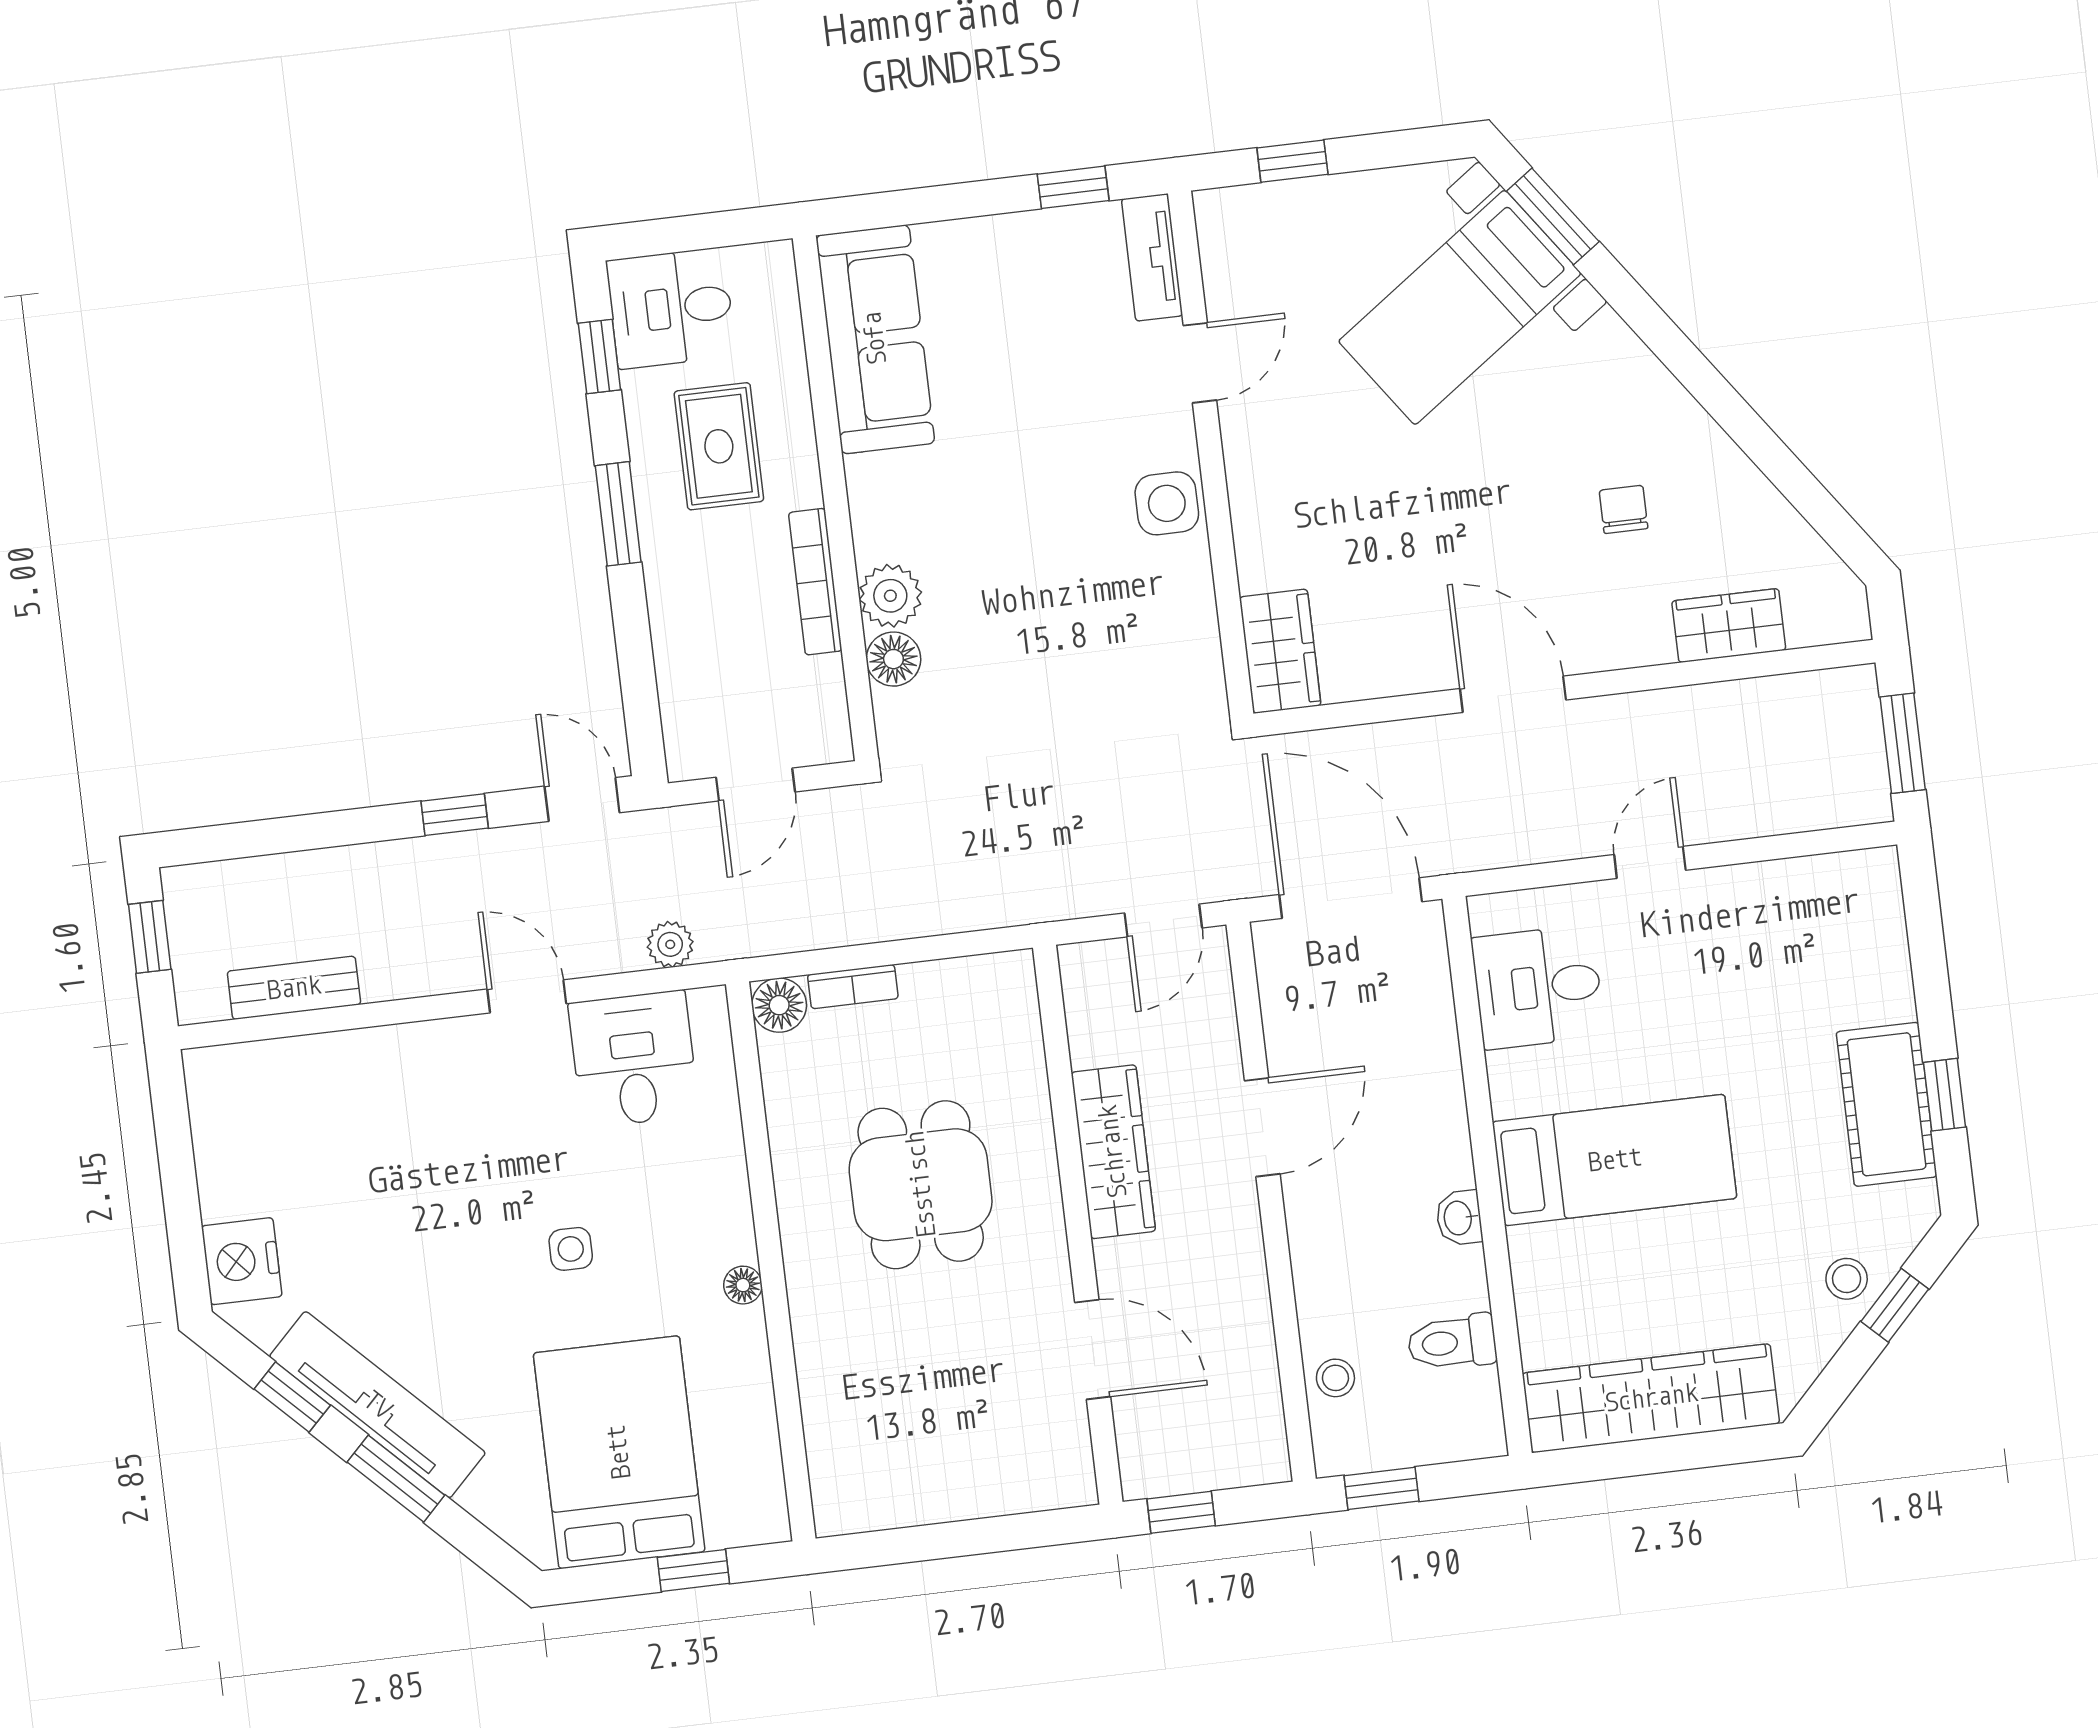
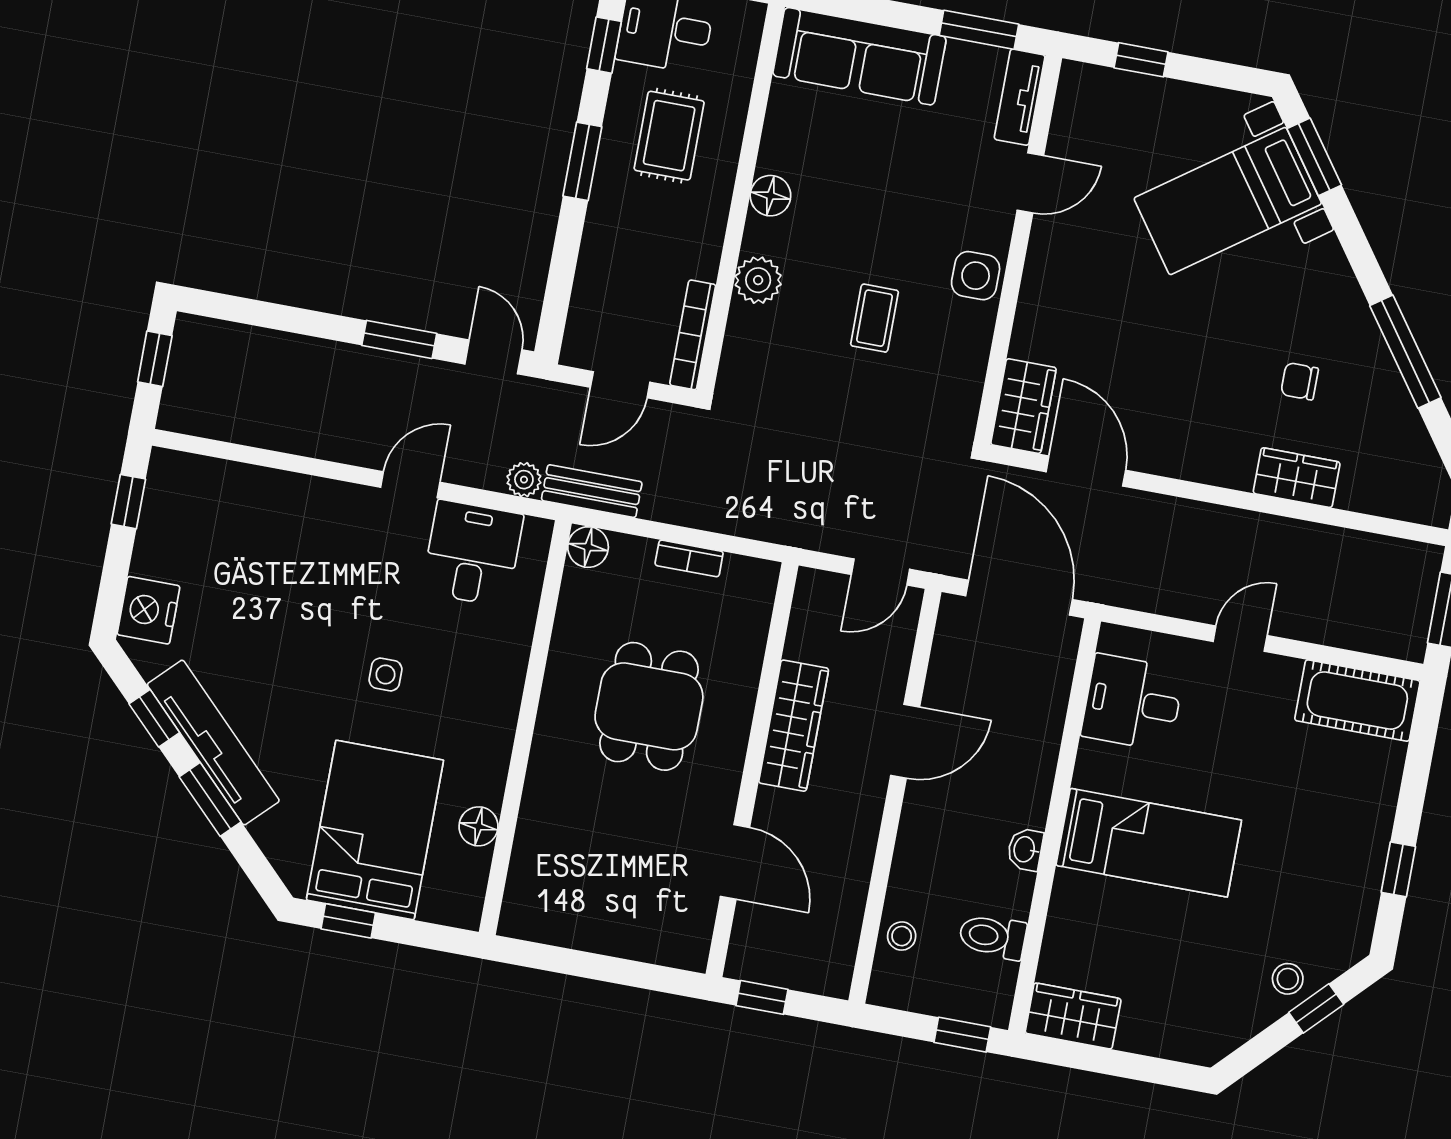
window: (1073, 187) -> (979, 30), width x1.50
sofa: (875, 339) -> (859, 56), moved, turned 90
window: (1747, 429) -> (1405, 352), added
chair: (1624, 509) -> (1300, 381), turned -90
bookcase: (815, 582) -> (693, 335), moved
coffee table: (1054, 598) -> (874, 318), added
wardrobe: (1729, 626) -> (1297, 478), moved
floor lamp: (893, 659) -> (770, 196), moved
door: (1513, 694) -> (1086, 471), moved
window: (455, 815) -> (399, 339), width x1.50
bookcase: (853, 987) -> (689, 558), moved
bench: (294, 988) -> (592, 491), moved
door: (527, 996) -> (410, 485), hinge flipped
cot: (1887, 1104) -> (1357, 701), moved, turned 90
window: (173, 1130) -> (128, 502), added
floor lamp: (743, 1285) -> (478, 826), moved, width x1.37, depth x1.37
wardrobe: (1651, 1398) -> (1073, 1016), width x0.48, depth x0.85
window: (1381, 1488) -> (962, 1035), moved
window: (693, 1570) -> (348, 921), moved

